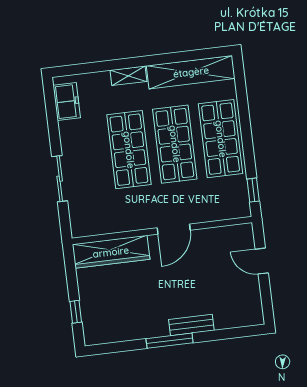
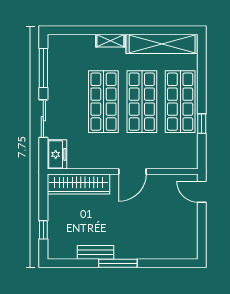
freezer: (67, 102) -> (57, 154), moved
window: (52, 118) -> (43, 68), added
window: (253, 190) -> (202, 124), moved
door: (262, 261) -> (202, 192), moved
bench: (191, 325) -> (96, 252), moved

